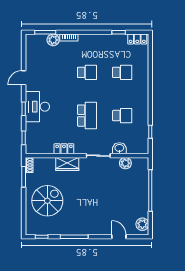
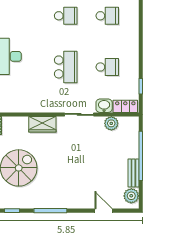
locker: (64, 149) -> (125, 106), moved
bench: (144, 205) -> (133, 173), added

